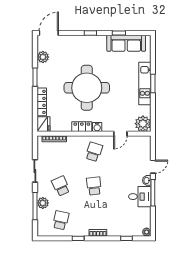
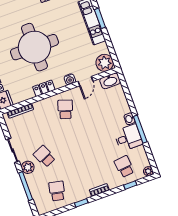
water cooler: (97, 127) -> (70, 79), moved
washbasin: (142, 141) -> (110, 81), added
door: (153, 167) -> (131, 103), removed
school desk: (94, 186) -> (124, 166), moved
plant: (43, 203) -> (28, 167), moved

